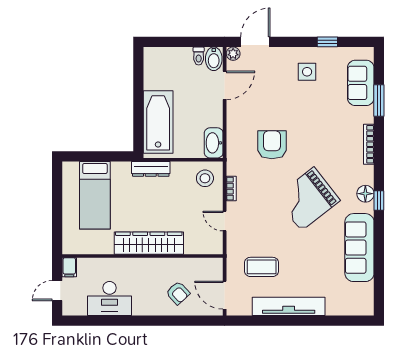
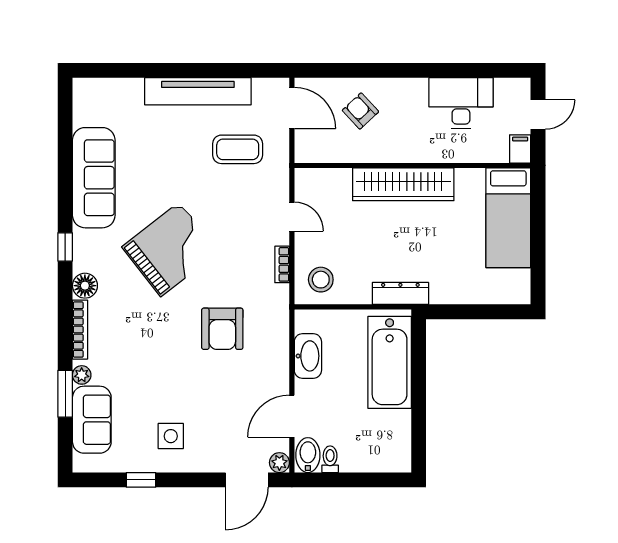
plant: (368, 113) -> (82, 375), added
washbasin: (214, 143) -> (308, 356), moved
floor lamp: (365, 194) -> (85, 286), moved
bed: (95, 195) -> (508, 218), moved, turned 180

